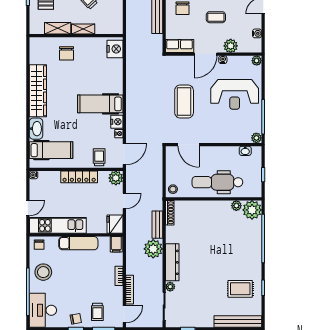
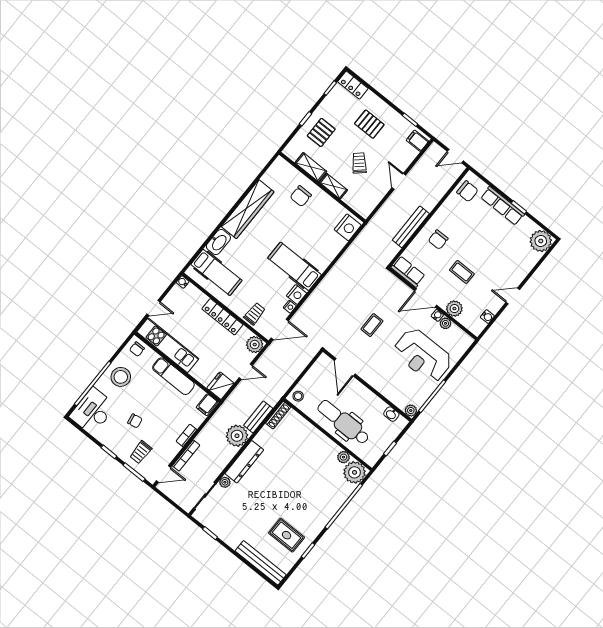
plant: (257, 61) -> (446, 323), moved
coffee table: (184, 101) -> (372, 325), width x0.54, depth x0.58
chair: (76, 319) -> (135, 421), moved

